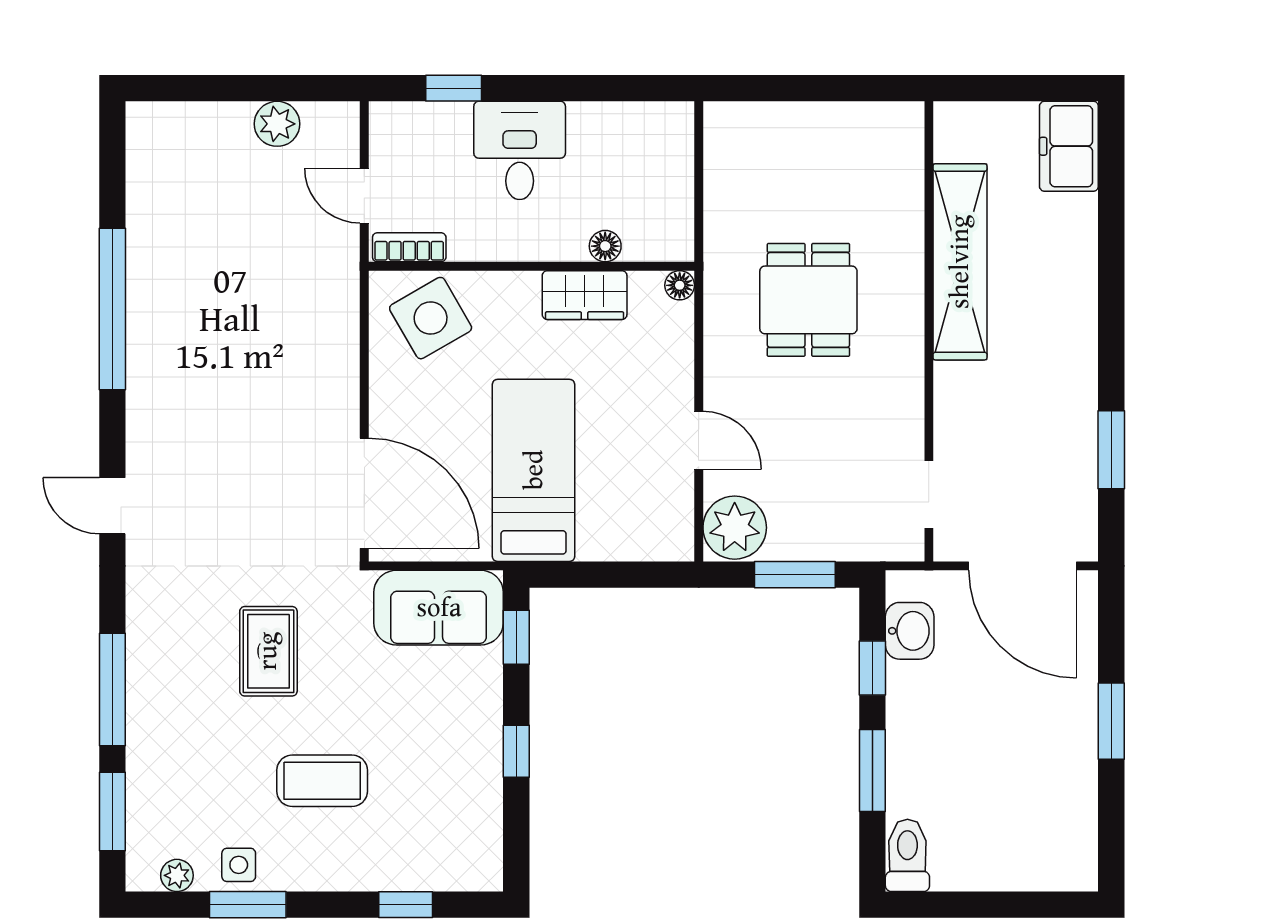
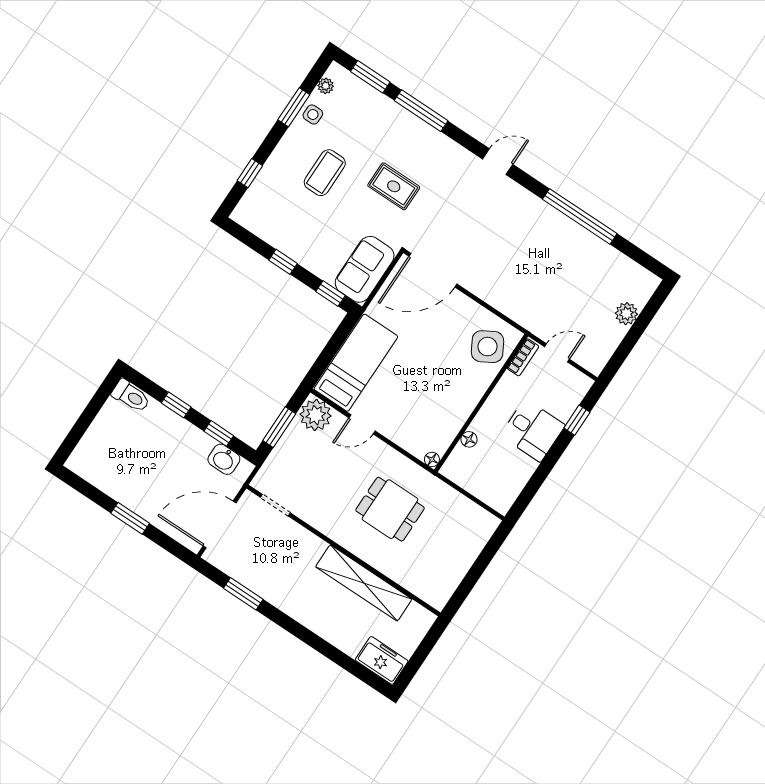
plant: (277, 124) -> (626, 314), moved
wardrobe: (585, 295) -> (454, 417), removed
bed: (534, 470) -> (356, 363), moved, turned -90
window: (872, 771) -> (176, 405), width x0.67

